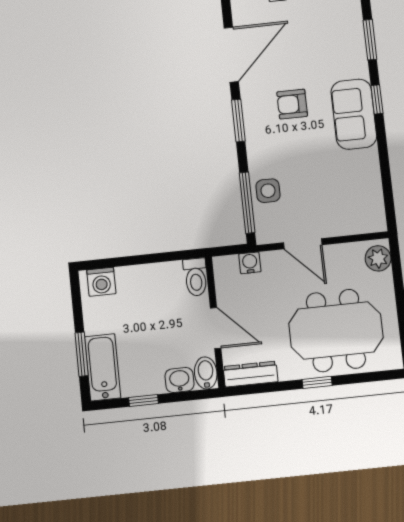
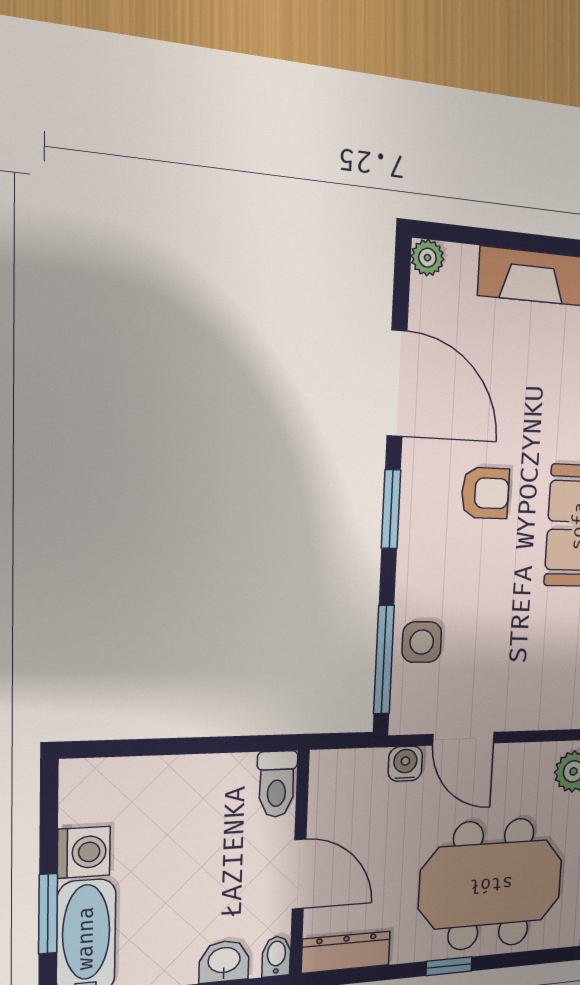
door: (231, 55) -> (397, 383), hinge flipped
armchair: (292, 104) -> (485, 493), turned 180
water cooler: (250, 263) -> (405, 764), moved
washing machine: (101, 282) -> (84, 852), moved, turned -90
bidet: (206, 373) -> (276, 956), width x0.72, depth x0.74

